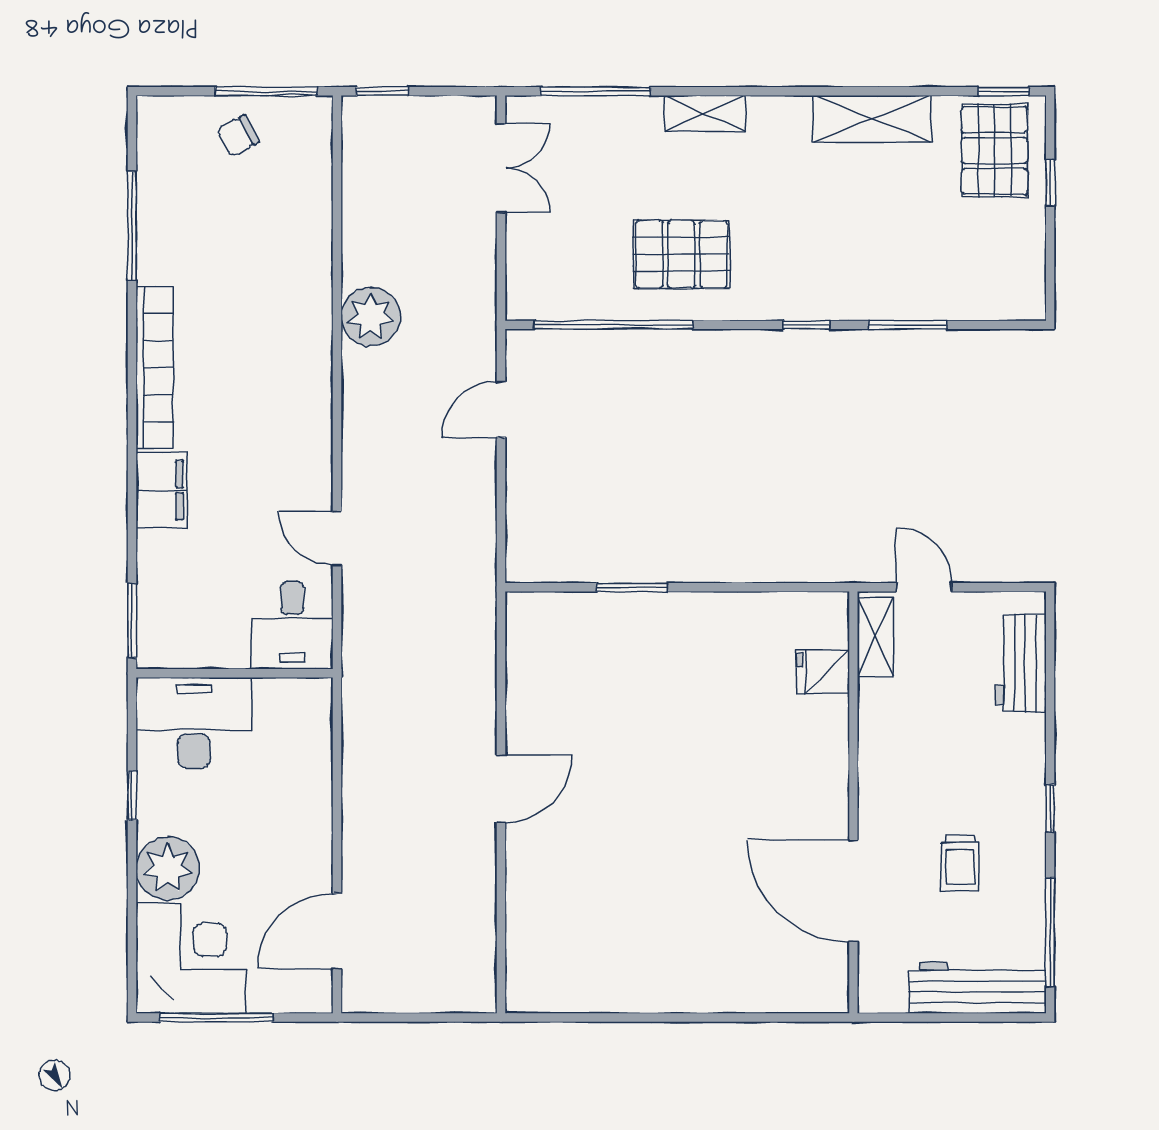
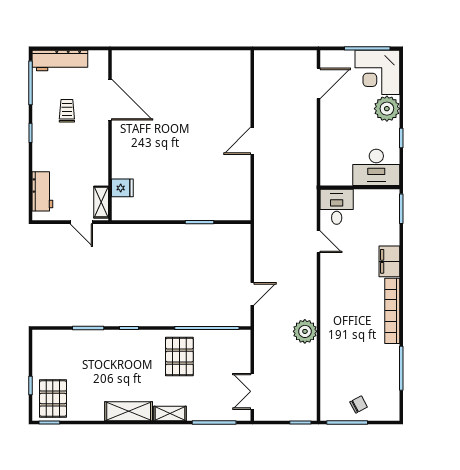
shelving: (872, 119) -> (129, 411), moved
pallet: (681, 254) -> (179, 357), turned 90

